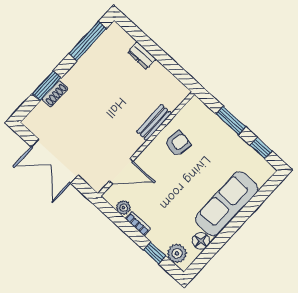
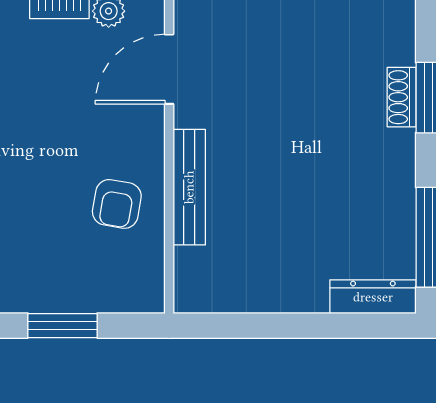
dresser: (142, 56) -> (373, 297), moved, width x1.44
bench: (154, 123) -> (189, 187), width x1.36

